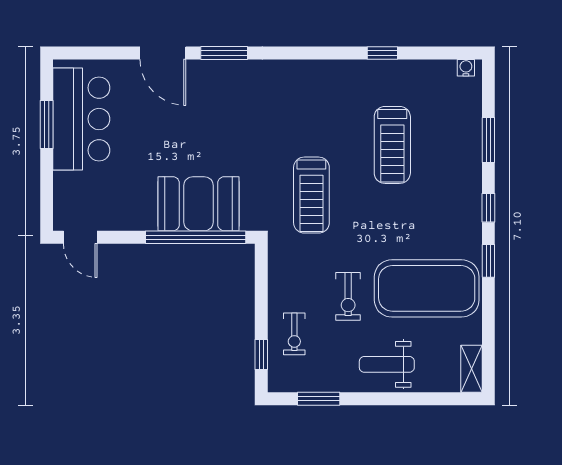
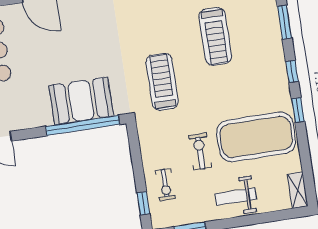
treadmill: (311, 195) -> (162, 82), turned 180
exercise bike: (348, 296) -> (200, 151), turned 180

